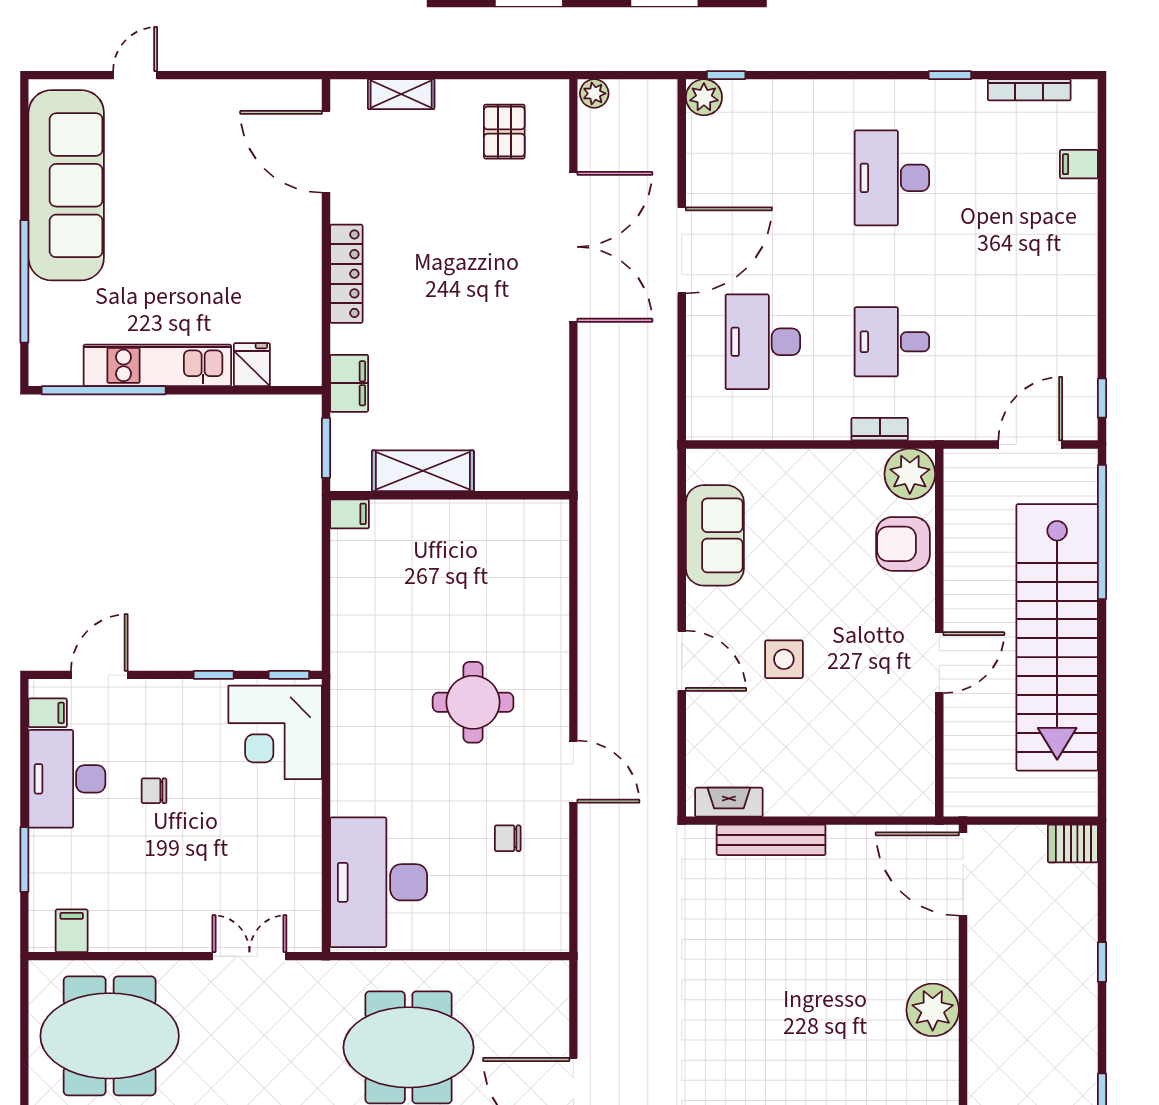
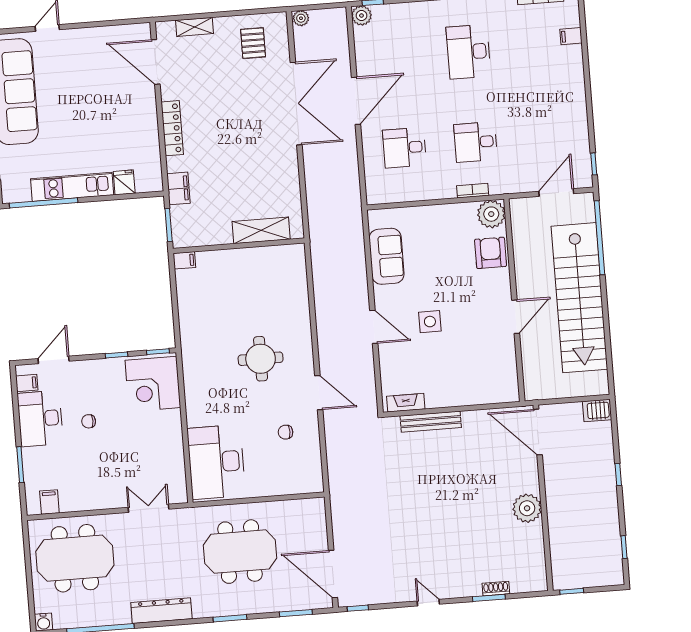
desk: (763, 342) -> (405, 148), width x0.73
shelving: (423, 471) -> (261, 230), moved
armchair: (903, 544) -> (491, 253), turned 90

